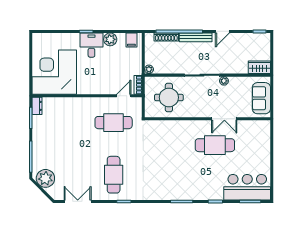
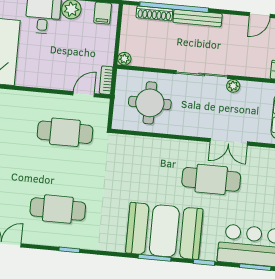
door: (222, 31) -> (260, 15), moved
cafe table: (114, 175) -> (58, 209), turned 90
booth: (187, 183) -> (164, 231), added

